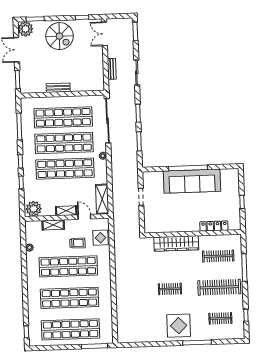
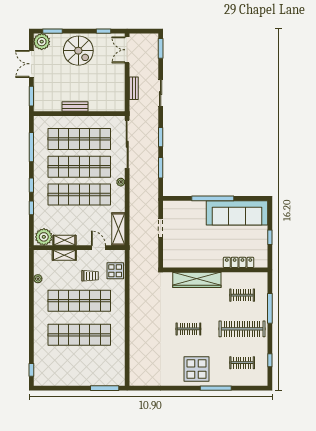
sofa: (192, 181) -> (237, 213), moved
shelving: (66, 211) -> (64, 240), moved
clothes rail: (218, 256) -> (242, 295), width x0.73
shop shelf: (71, 329) -> (79, 369), removed

